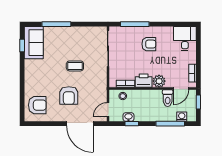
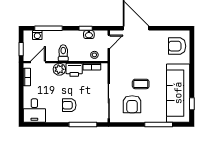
sofa: (34, 43) -> (178, 93), width x1.85, depth x1.27
armchair: (69, 96) -> (132, 104), moved, turned 180
toilet: (168, 98) -> (63, 53), moved

